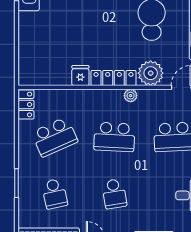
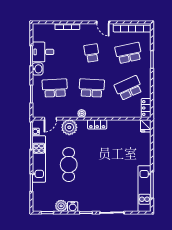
fridge: (80, 76) -> (146, 126), moved
locker: (113, 78) -> (97, 124), width x0.66
school desk: (55, 194) -> (128, 53), width x1.85

